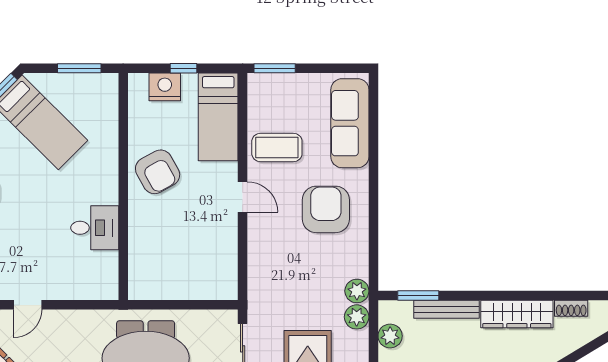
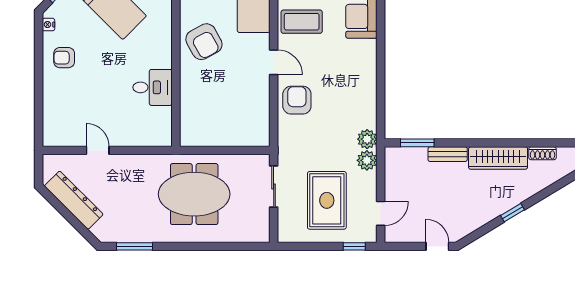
armchair: (326, 209) -> (297, 100), moved, width x0.73, depth x0.73
door: (28, 305) -> (98, 150), swing flipped
bench: (447, 309) -> (448, 154), width x0.73
plant: (390, 336) -> (394, 176), removed

